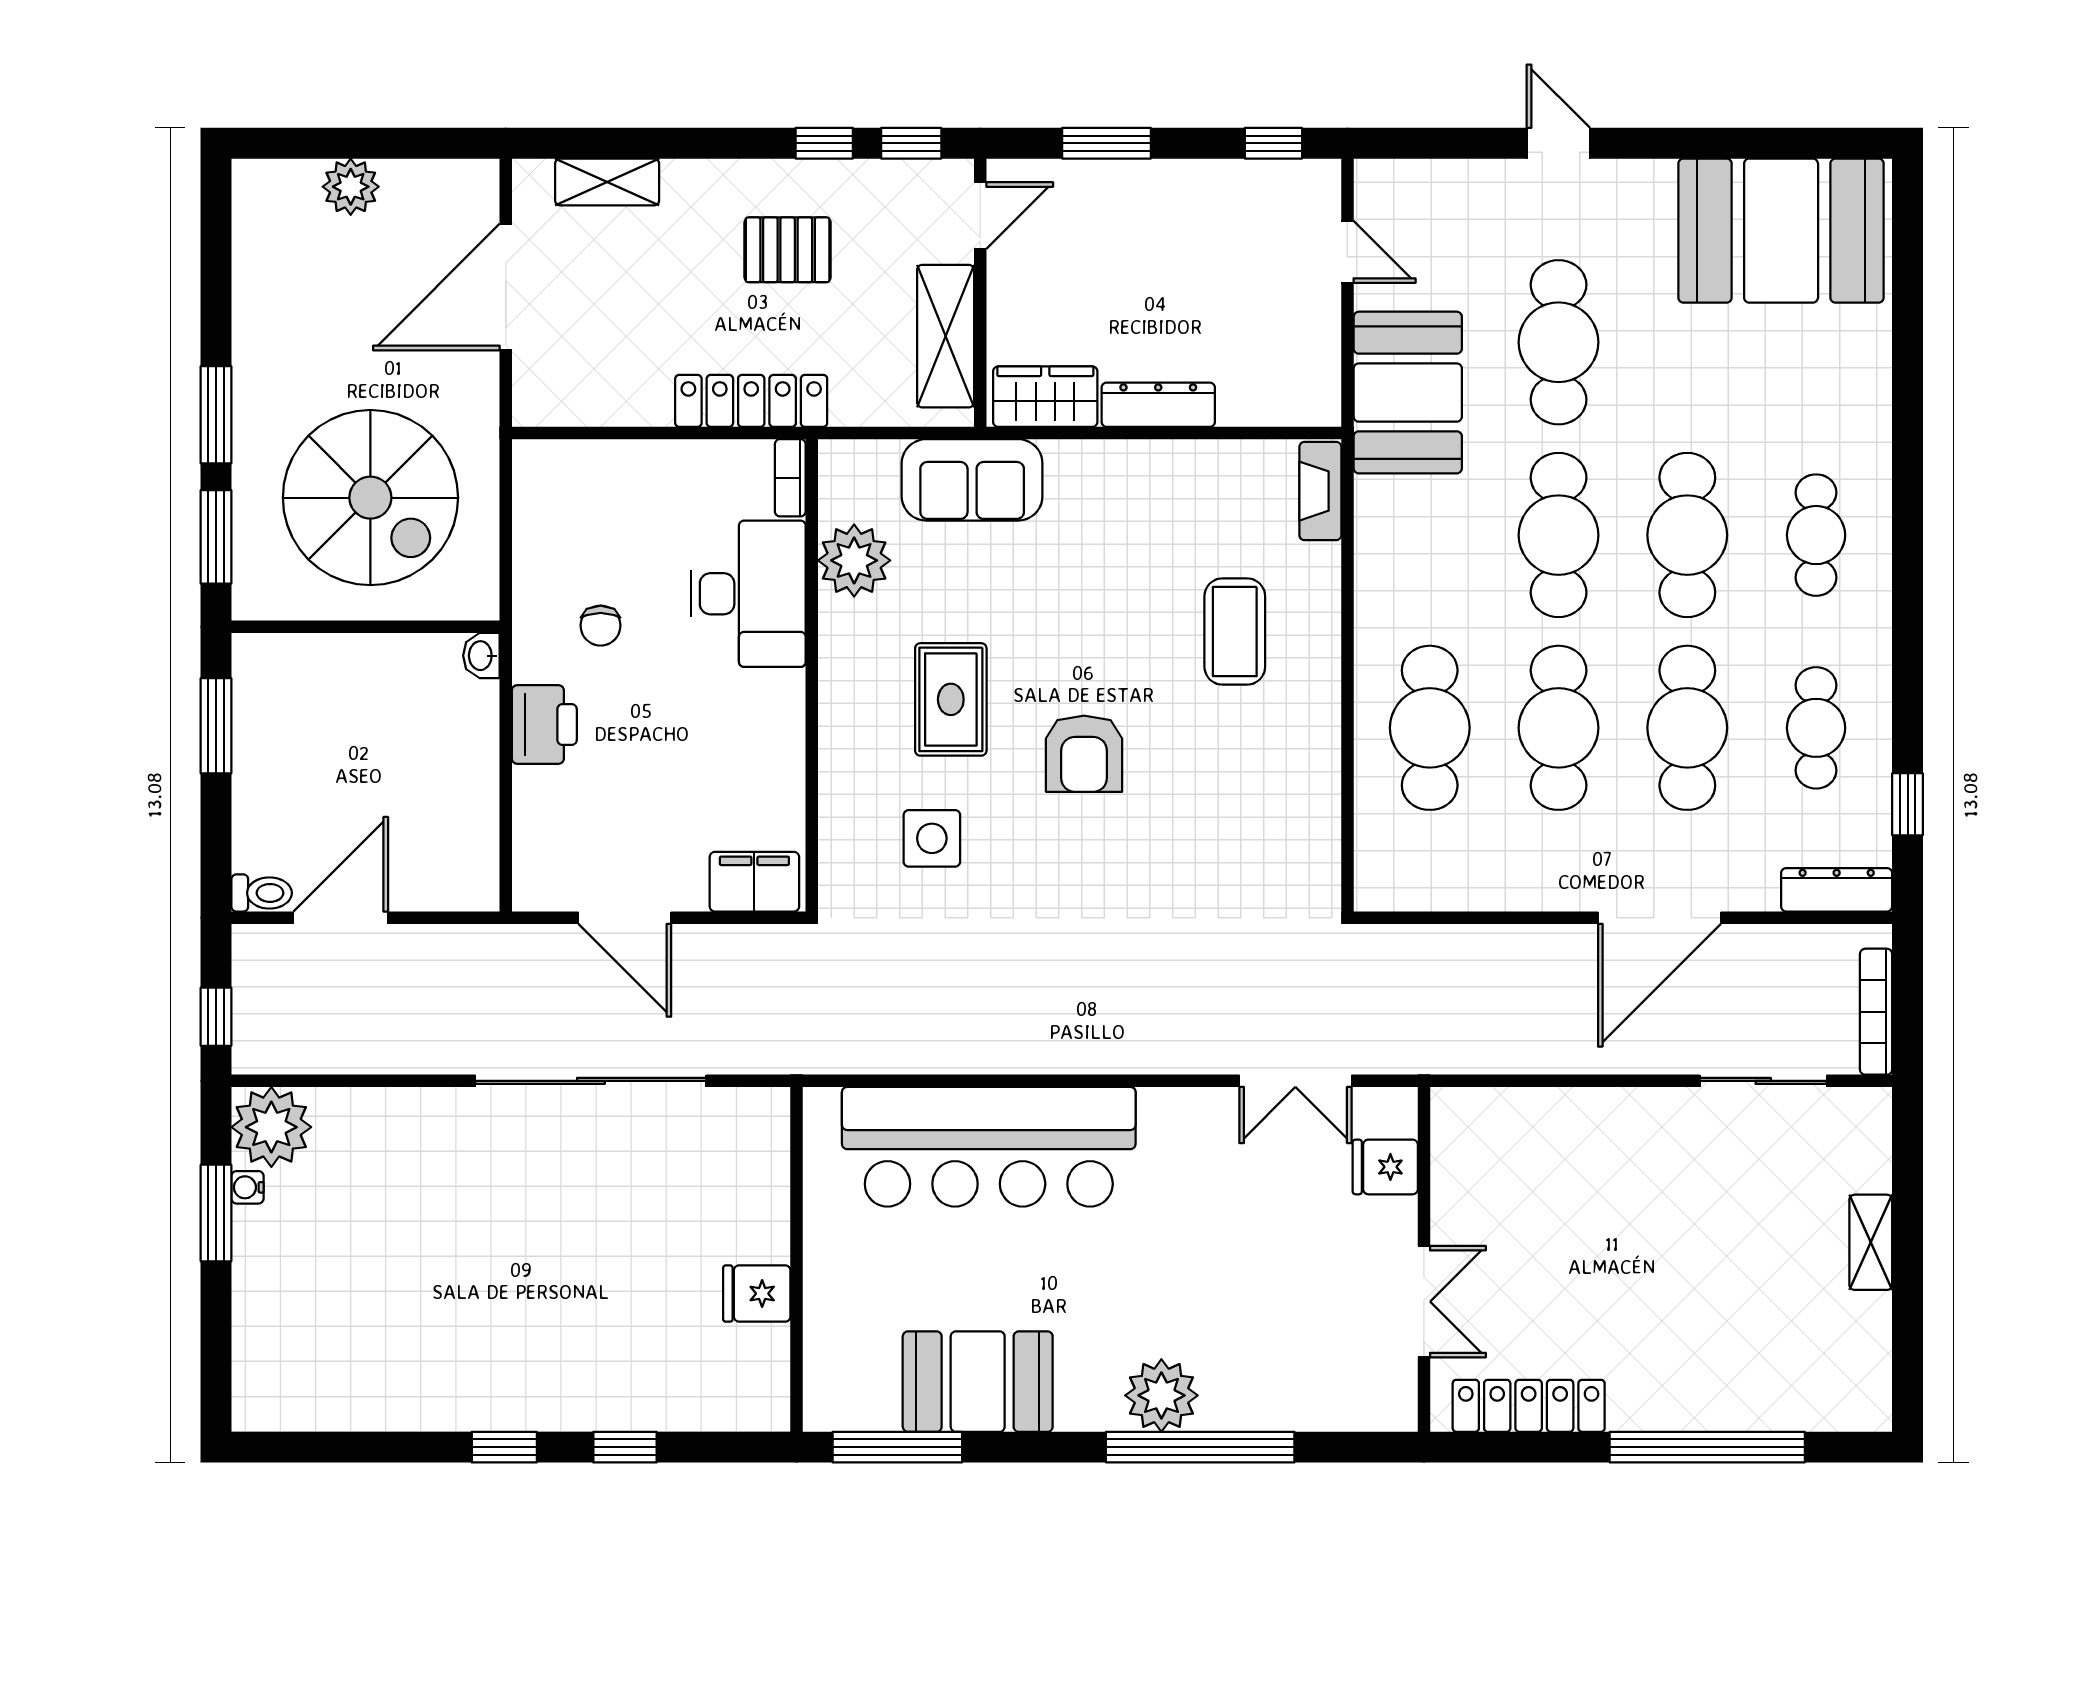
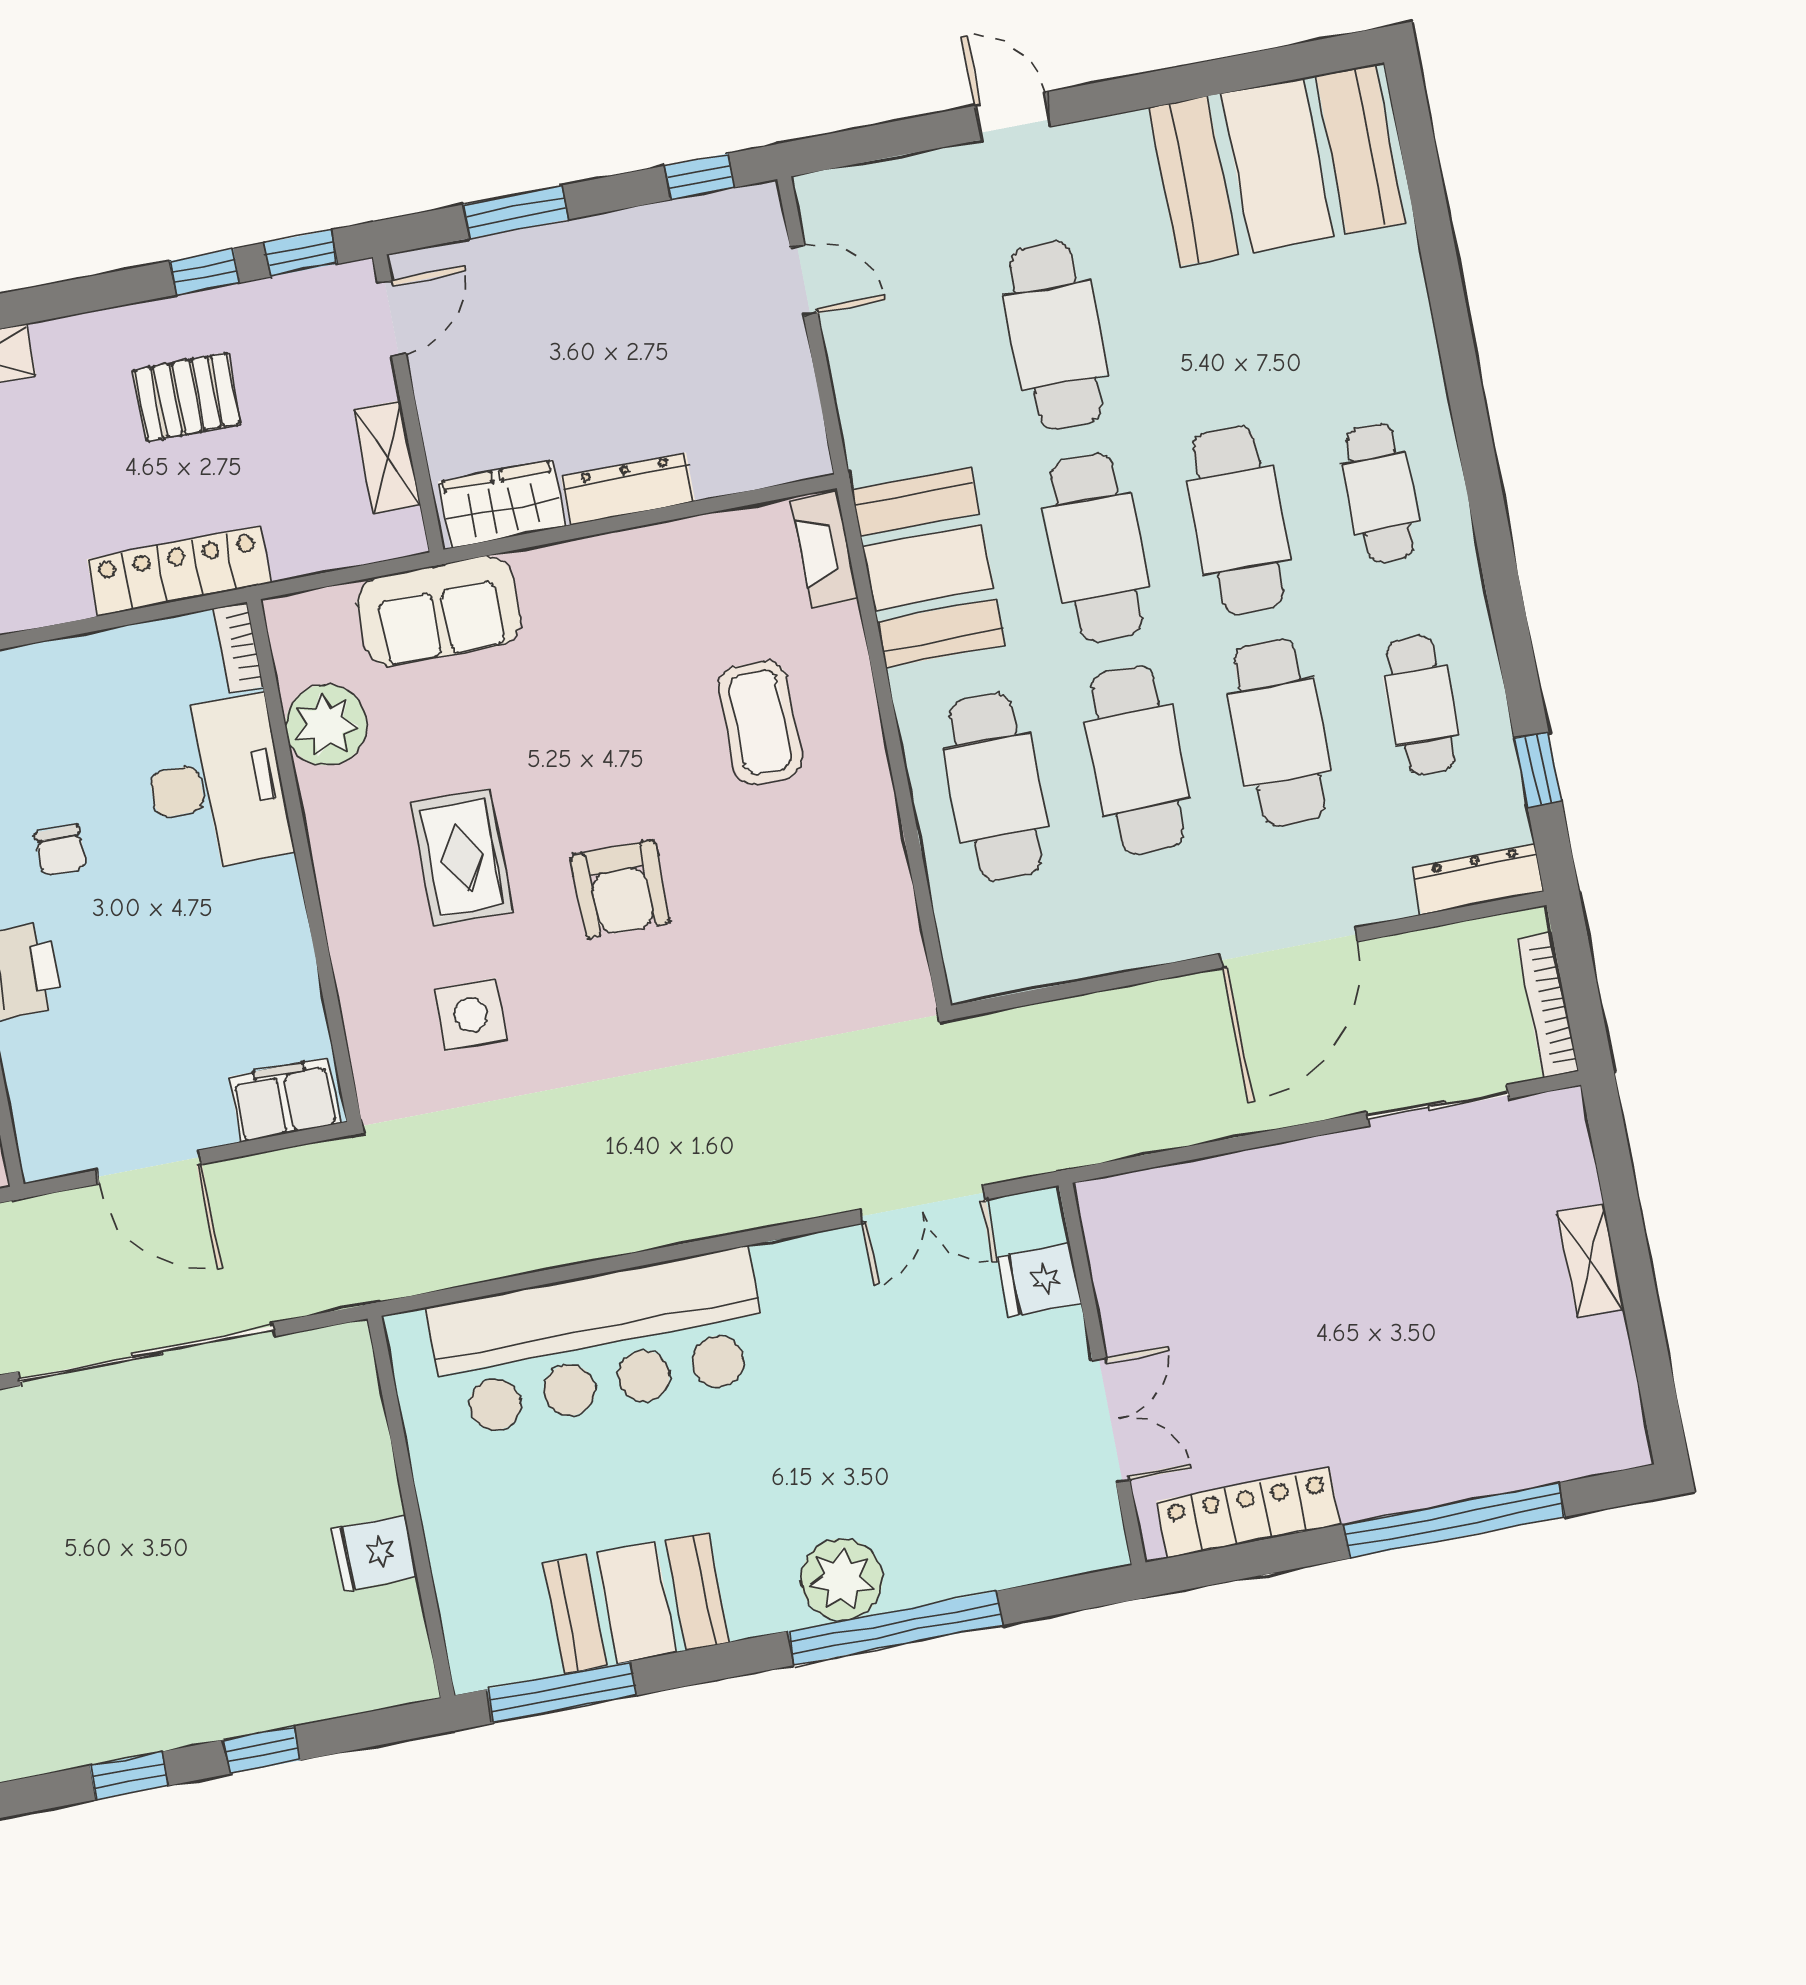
shelving: (946, 336) -> (387, 457), width x0.67, depth x0.75
booth: (1408, 393) -> (928, 567), moved

